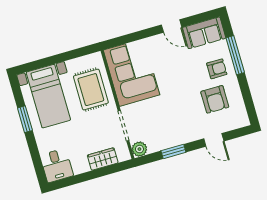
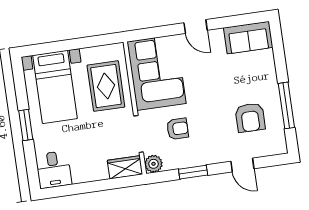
door: (172, 26) -> (196, 27), moved
window: (235, 55) -> (286, 105), moved
armchair: (217, 69) -> (178, 129), moved
window: (25, 119) -> (26, 125), moved
wardrobe: (103, 159) -> (125, 167), moved

